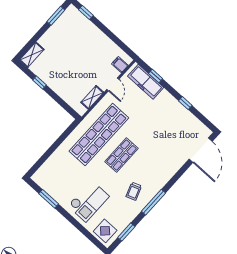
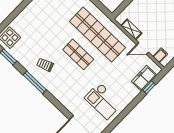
freezer: (146, 82) -> (144, 78), width x0.71
window: (185, 103) -> (124, 114), removed
checkout: (89, 201) -> (103, 101), moved

